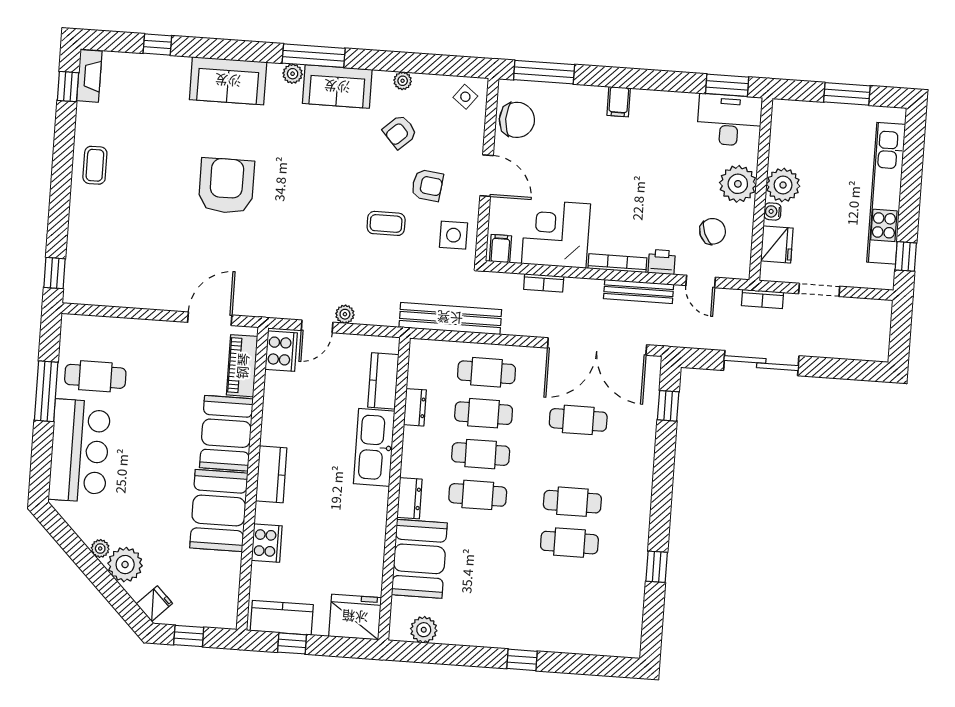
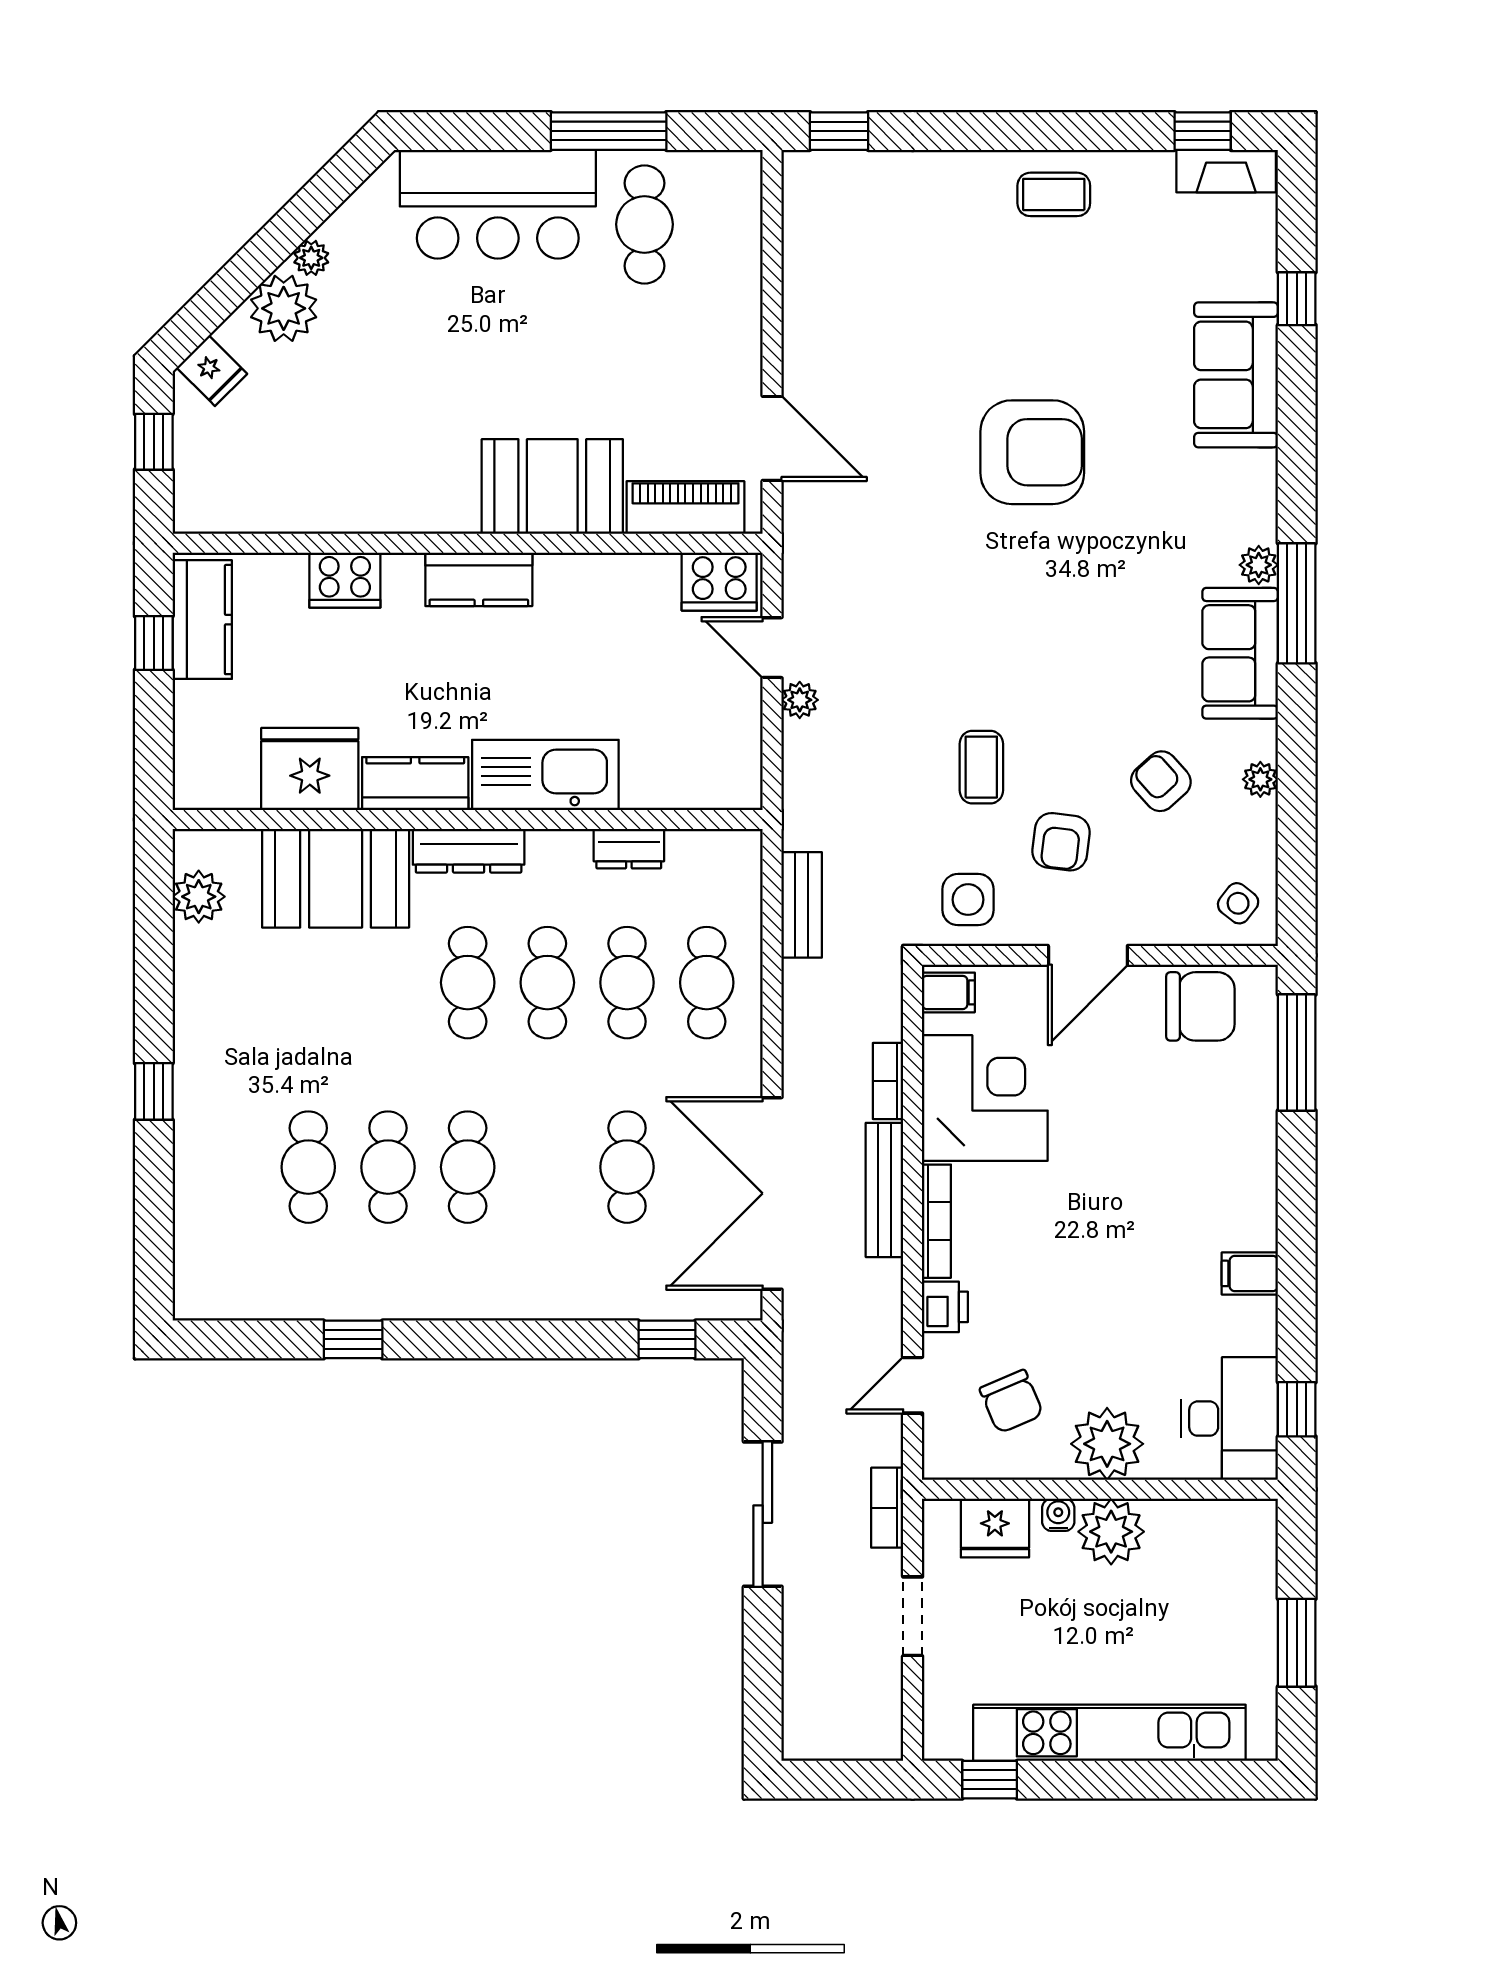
sofa: (228, 81) -> (1236, 375), moved
window: (727, 85) -> (1297, 1409), width x0.67
filing cabinet: (619, 102) -> (1250, 1273), moved
chair: (517, 120) -> (1200, 1006), turned -90
bench: (639, 292) -> (884, 1190), moved
bench: (450, 318) -> (802, 905), width x0.54, depth x0.82
kitchen counter: (383, 381) -> (415, 784), moved
dresser: (409, 498) -> (469, 851), width x1.44
booth: (219, 510) -> (401, 483), removed
cafe table: (566, 583) -> (308, 1167), added
fridge: (355, 617) -> (310, 769), moved, turned -90

